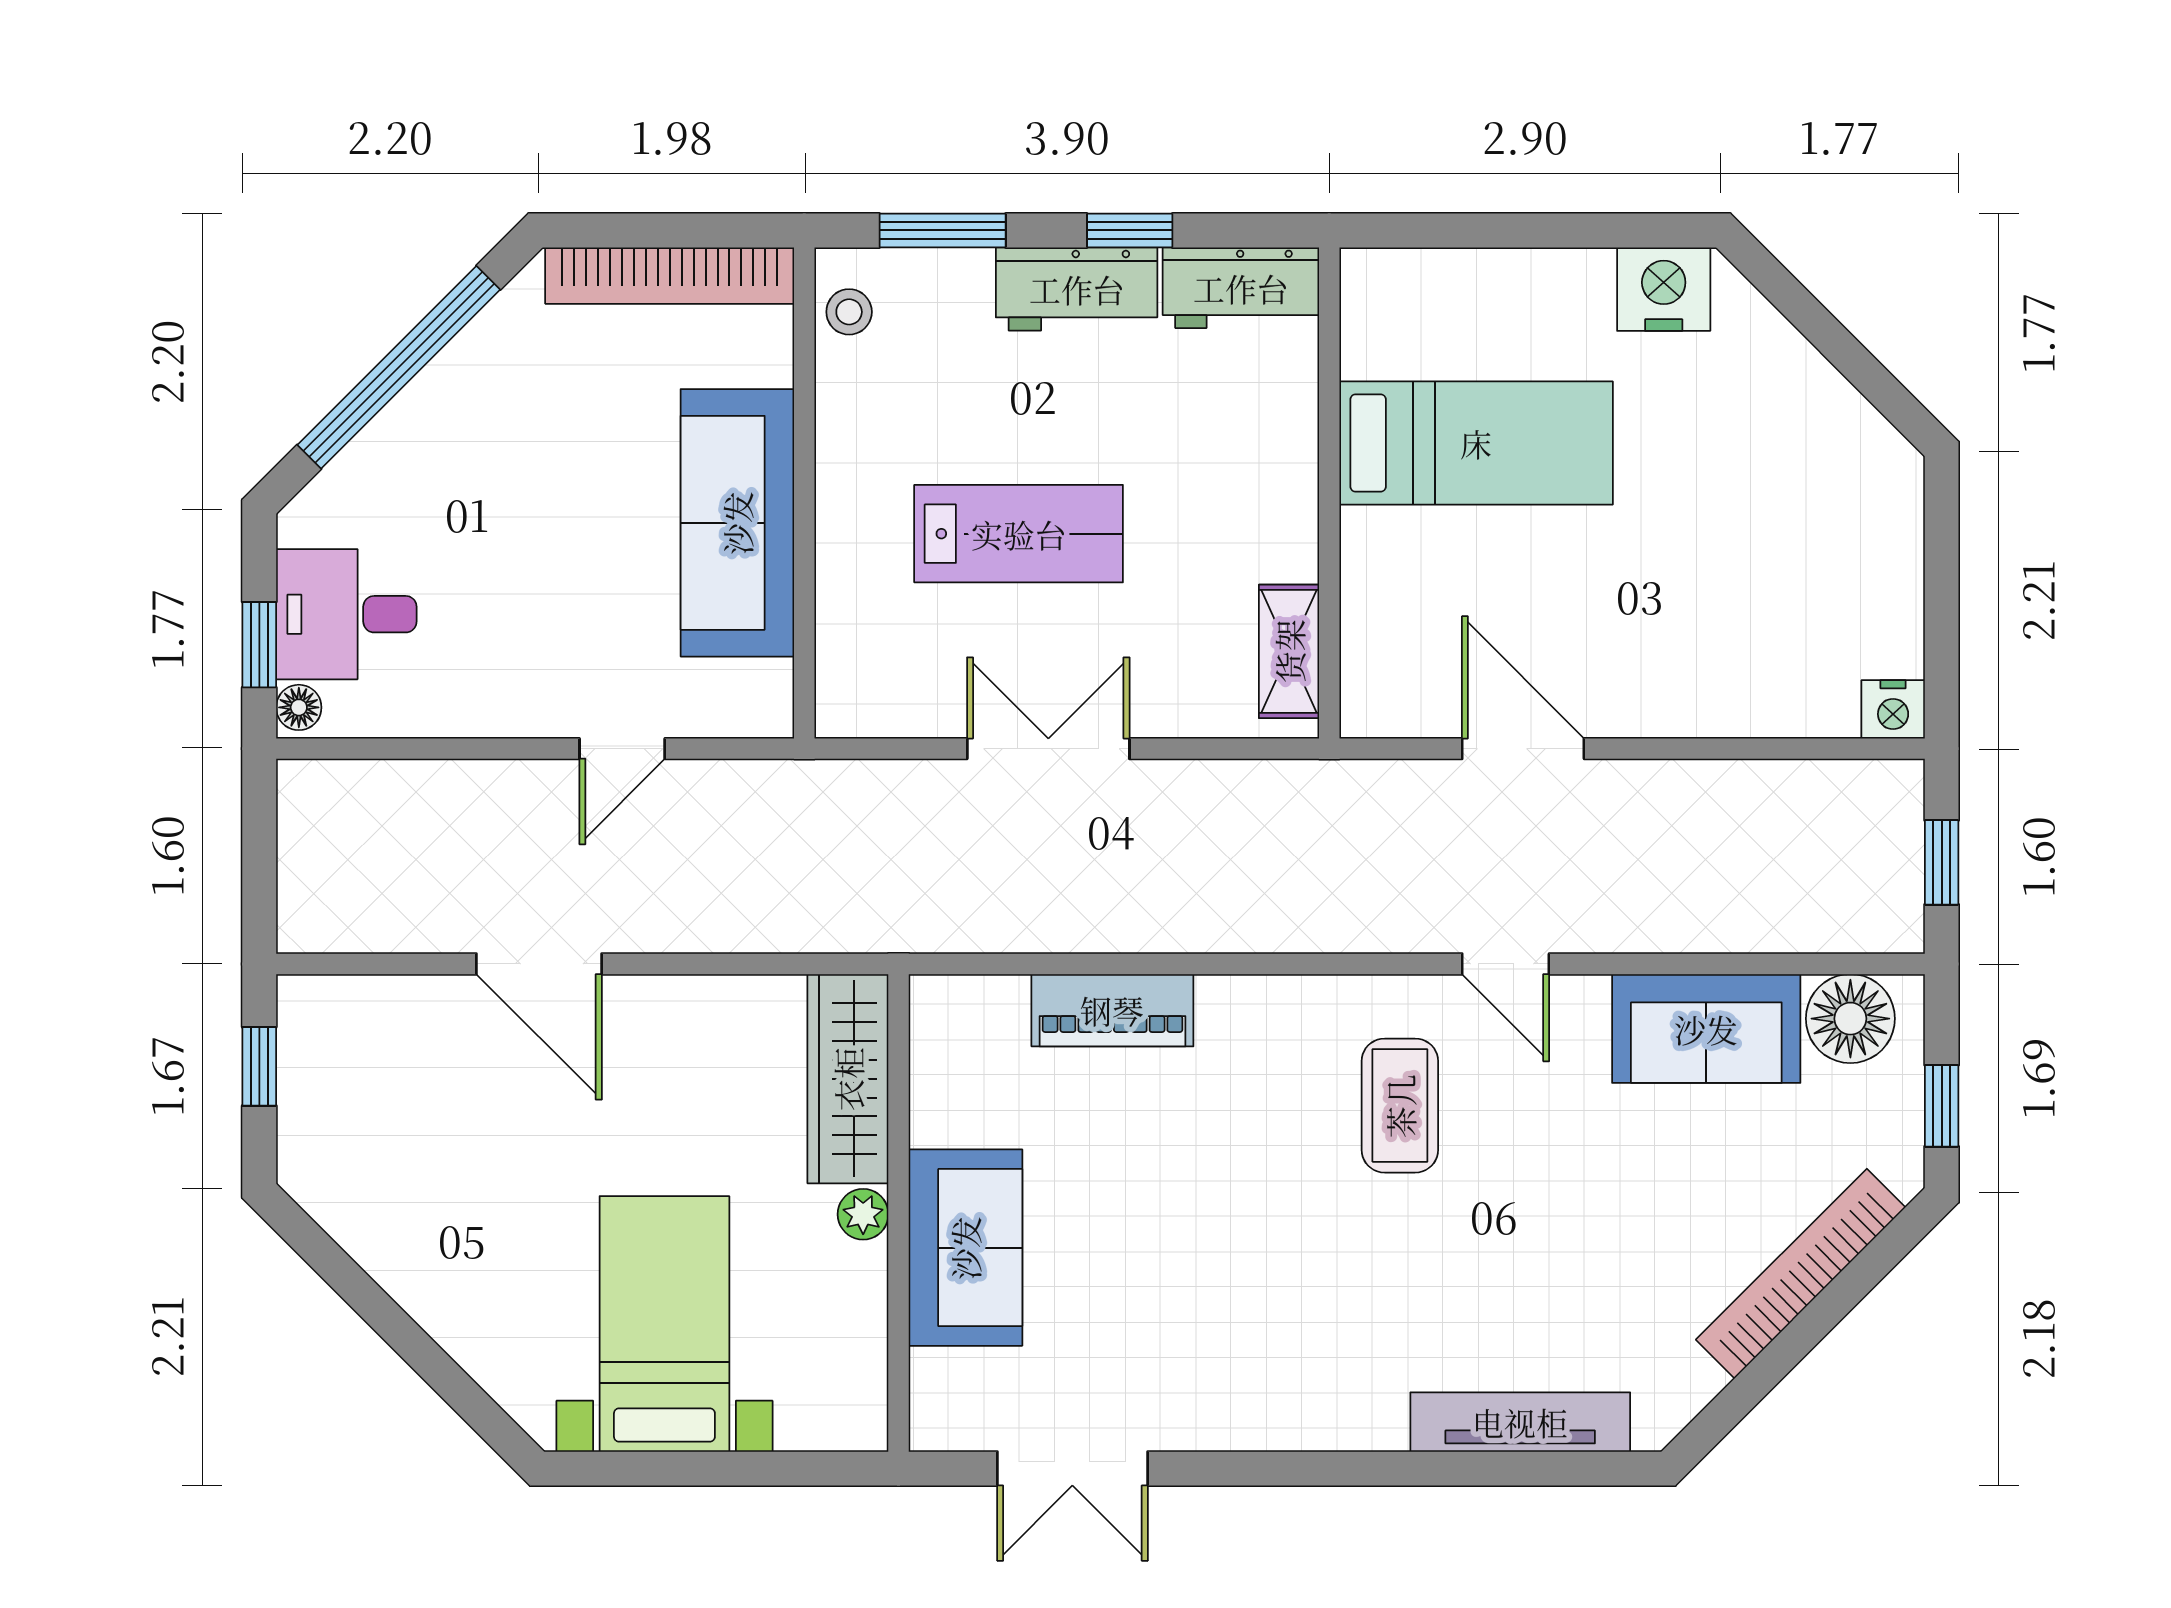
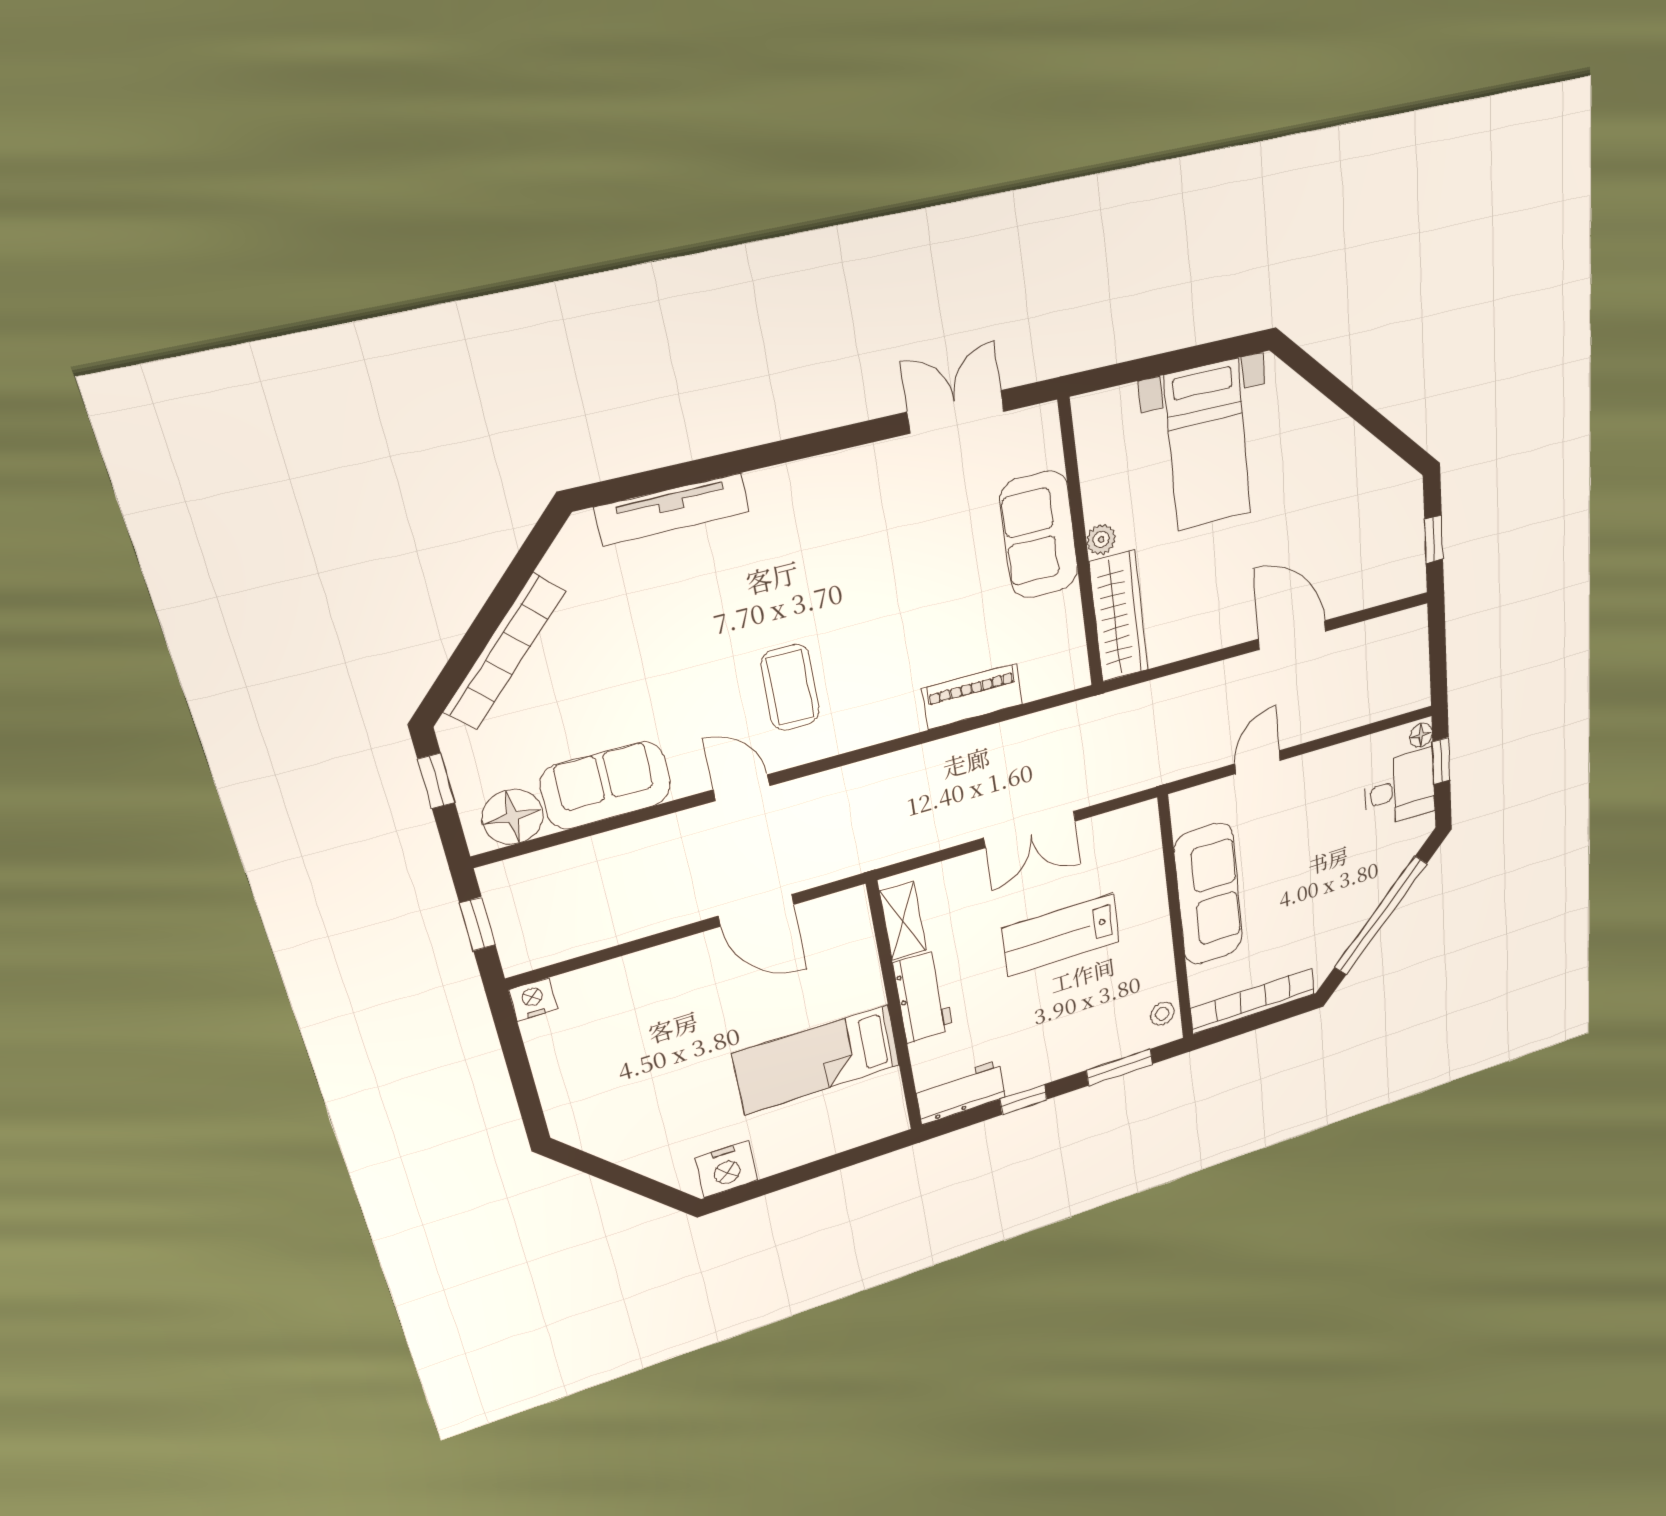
workbench: (1077, 289) -> (923, 997), moved, turned 90

